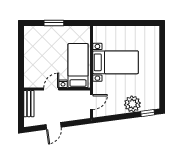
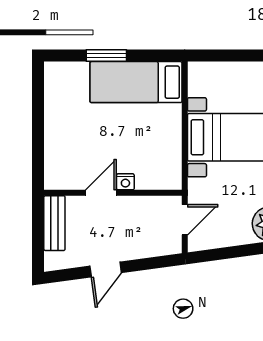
bed: (78, 66) -> (136, 82), moved, turned -90

